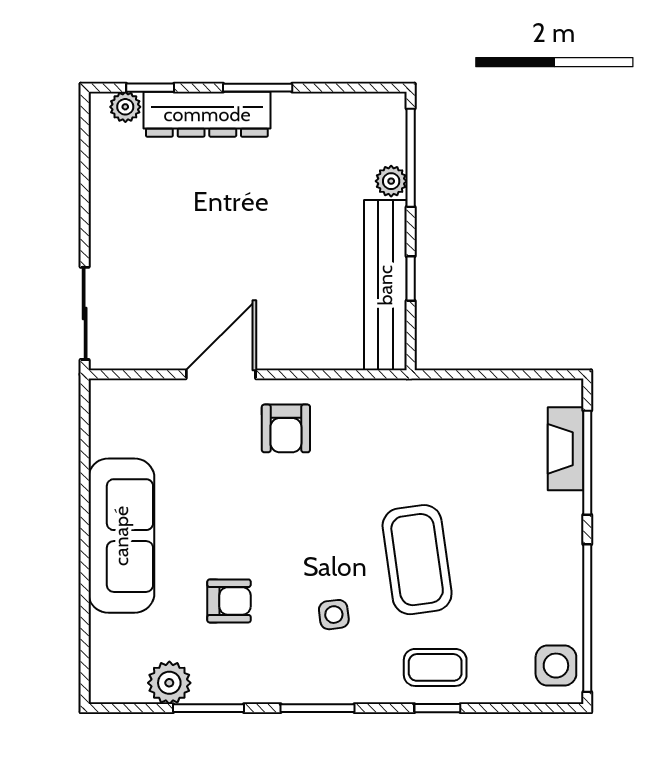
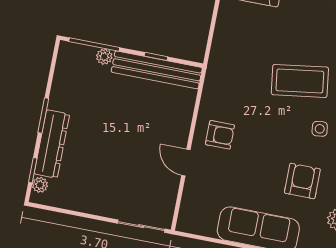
door: (221, 374) -> (186, 163), width x0.73
armchair: (229, 601) -> (302, 181), width x1.38, depth x1.38

